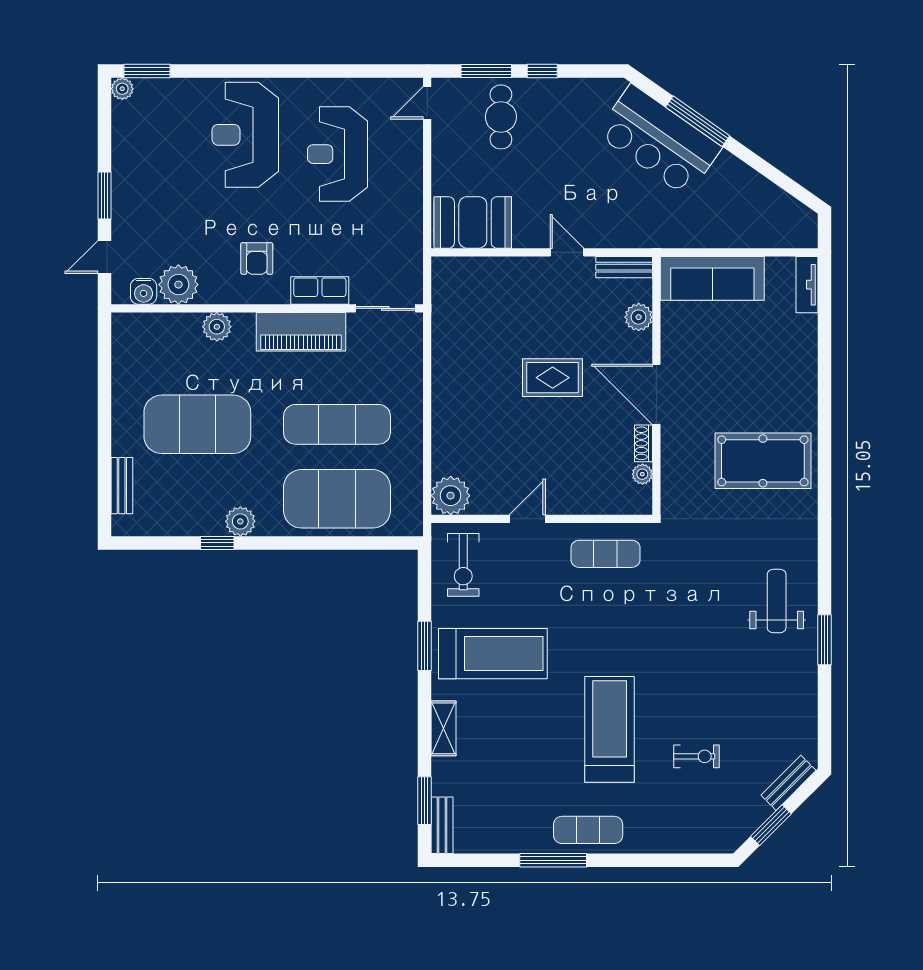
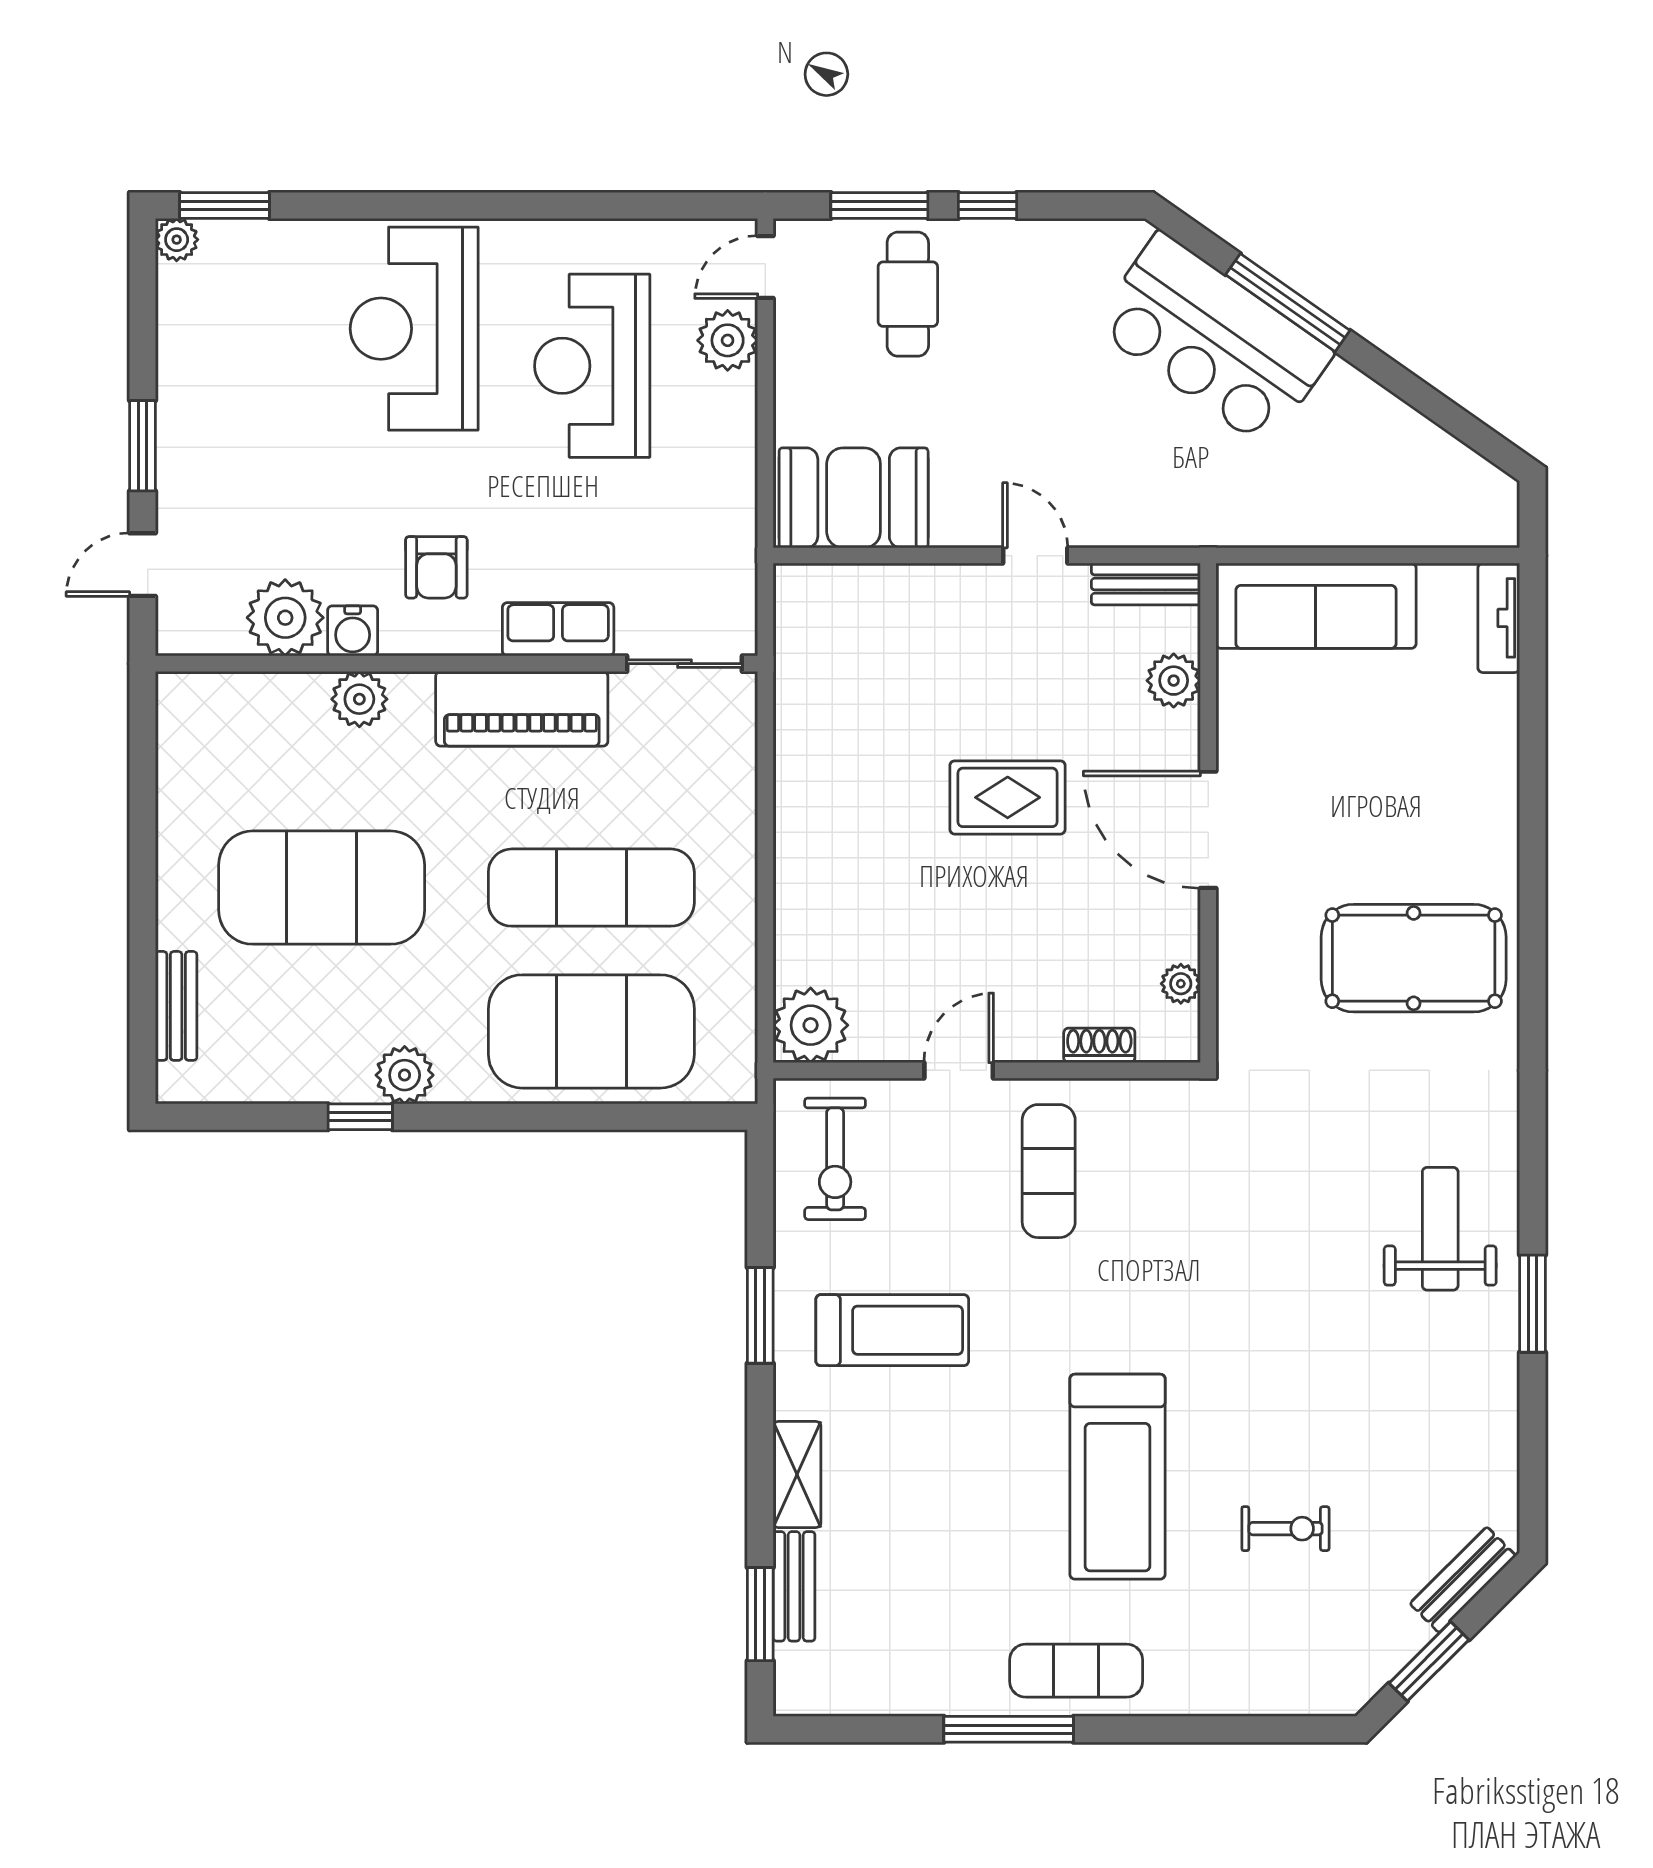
plant: (408, 141) -> (728, 340), added
water cooler: (144, 291) -> (353, 631), moved
shoe rack: (644, 443) -> (1099, 1045), moved, turned 90
exercise mat: (605, 554) -> (1049, 1171), moved, turned 90
treadmill: (493, 654) -> (892, 1330), width x0.73, depth x0.73
treadmill: (610, 729) -> (1117, 1477), turned 180
bench: (442, 825) -> (794, 1586), moved

